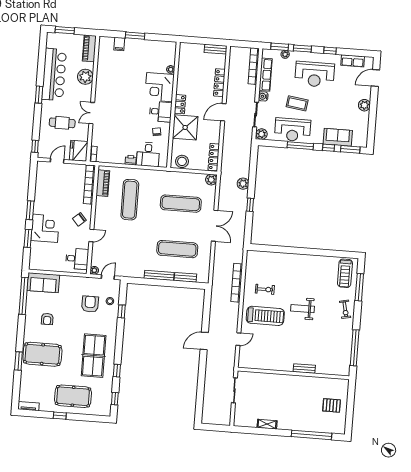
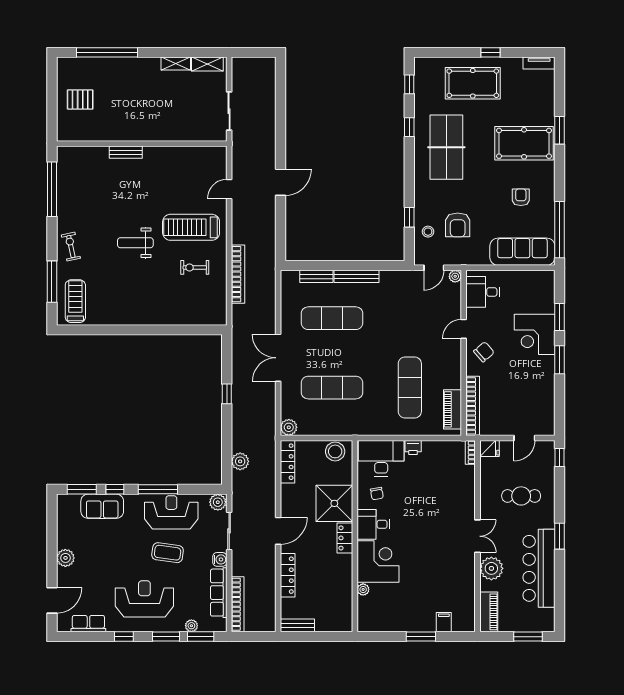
double door: (92, 113) -> (477, 536), moved
fridge: (79, 151) -> (489, 448), width x0.53, depth x0.75
desk: (148, 154) -> (381, 458), width x1.37
plant: (243, 184) -> (240, 461), moved
sofa: (43, 283) -> (522, 252), width x1.36
weight bench: (303, 309) -> (135, 243), turned 180
shelving: (246, 422) -> (207, 64), added

